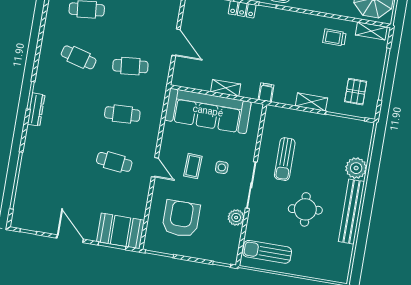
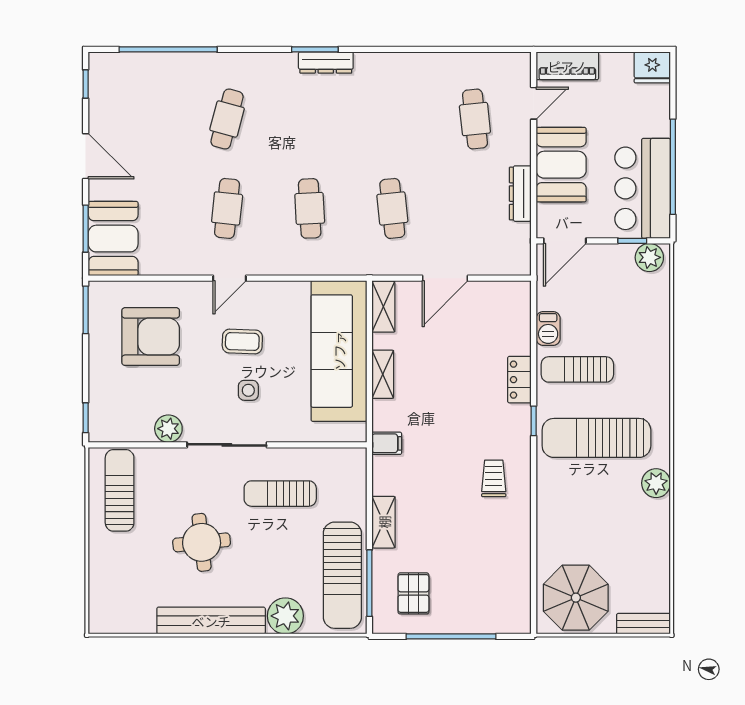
shelving: (371, 31) -> (383, 307), moved
trolley: (334, 37) -> (494, 478), moved
cafe table: (79, 57) -> (227, 119), moved
pallet: (356, 92) -> (413, 593), turned 90
dresser: (36, 109) -> (326, 62), moved
sun lounger: (338, 131) -> (342, 575), added
door: (70, 239) -> (86, 156), hinge flipped

